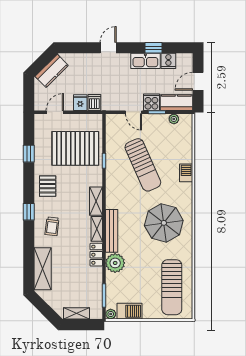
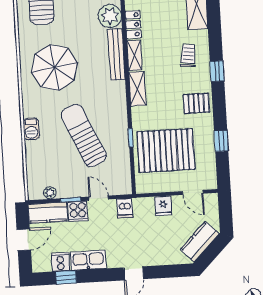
window: (154, 48) -> (66, 277), moved
dishwasher: (94, 103) -> (125, 208), moved
door: (55, 112) -> (193, 192), hinge flipped
pallet: (48, 186) -> (196, 103), turned 90

